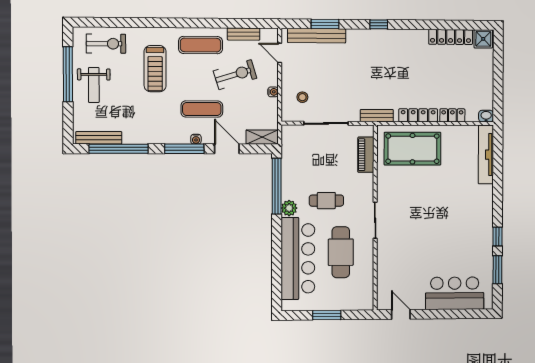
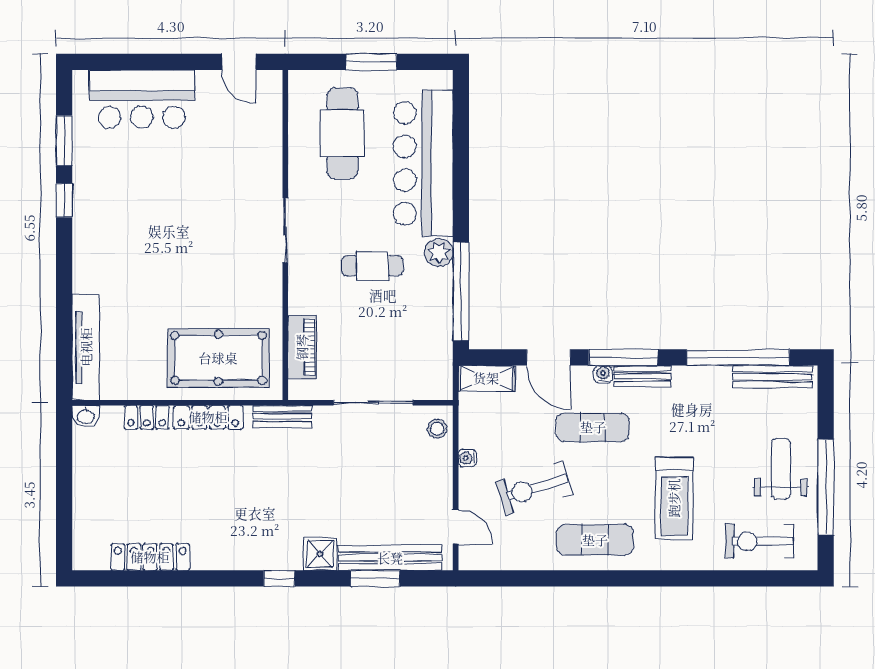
bench: (244, 34) -> (642, 376), moved
shower: (483, 39) -> (320, 554), moved
treadmill: (155, 69) -> (674, 498), turned 180
stool: (302, 97) -> (437, 429), moved
cafe table: (341, 252) -> (342, 133), moved

